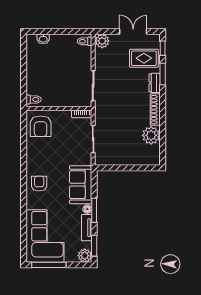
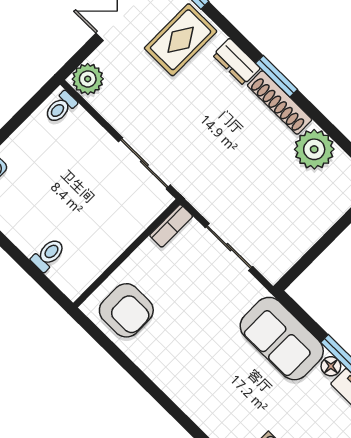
window: (163, 74) -> (277, 76), moved
toilet: (34, 99) -> (48, 255), moved
armchair: (39, 184) -> (215, 403), removed

